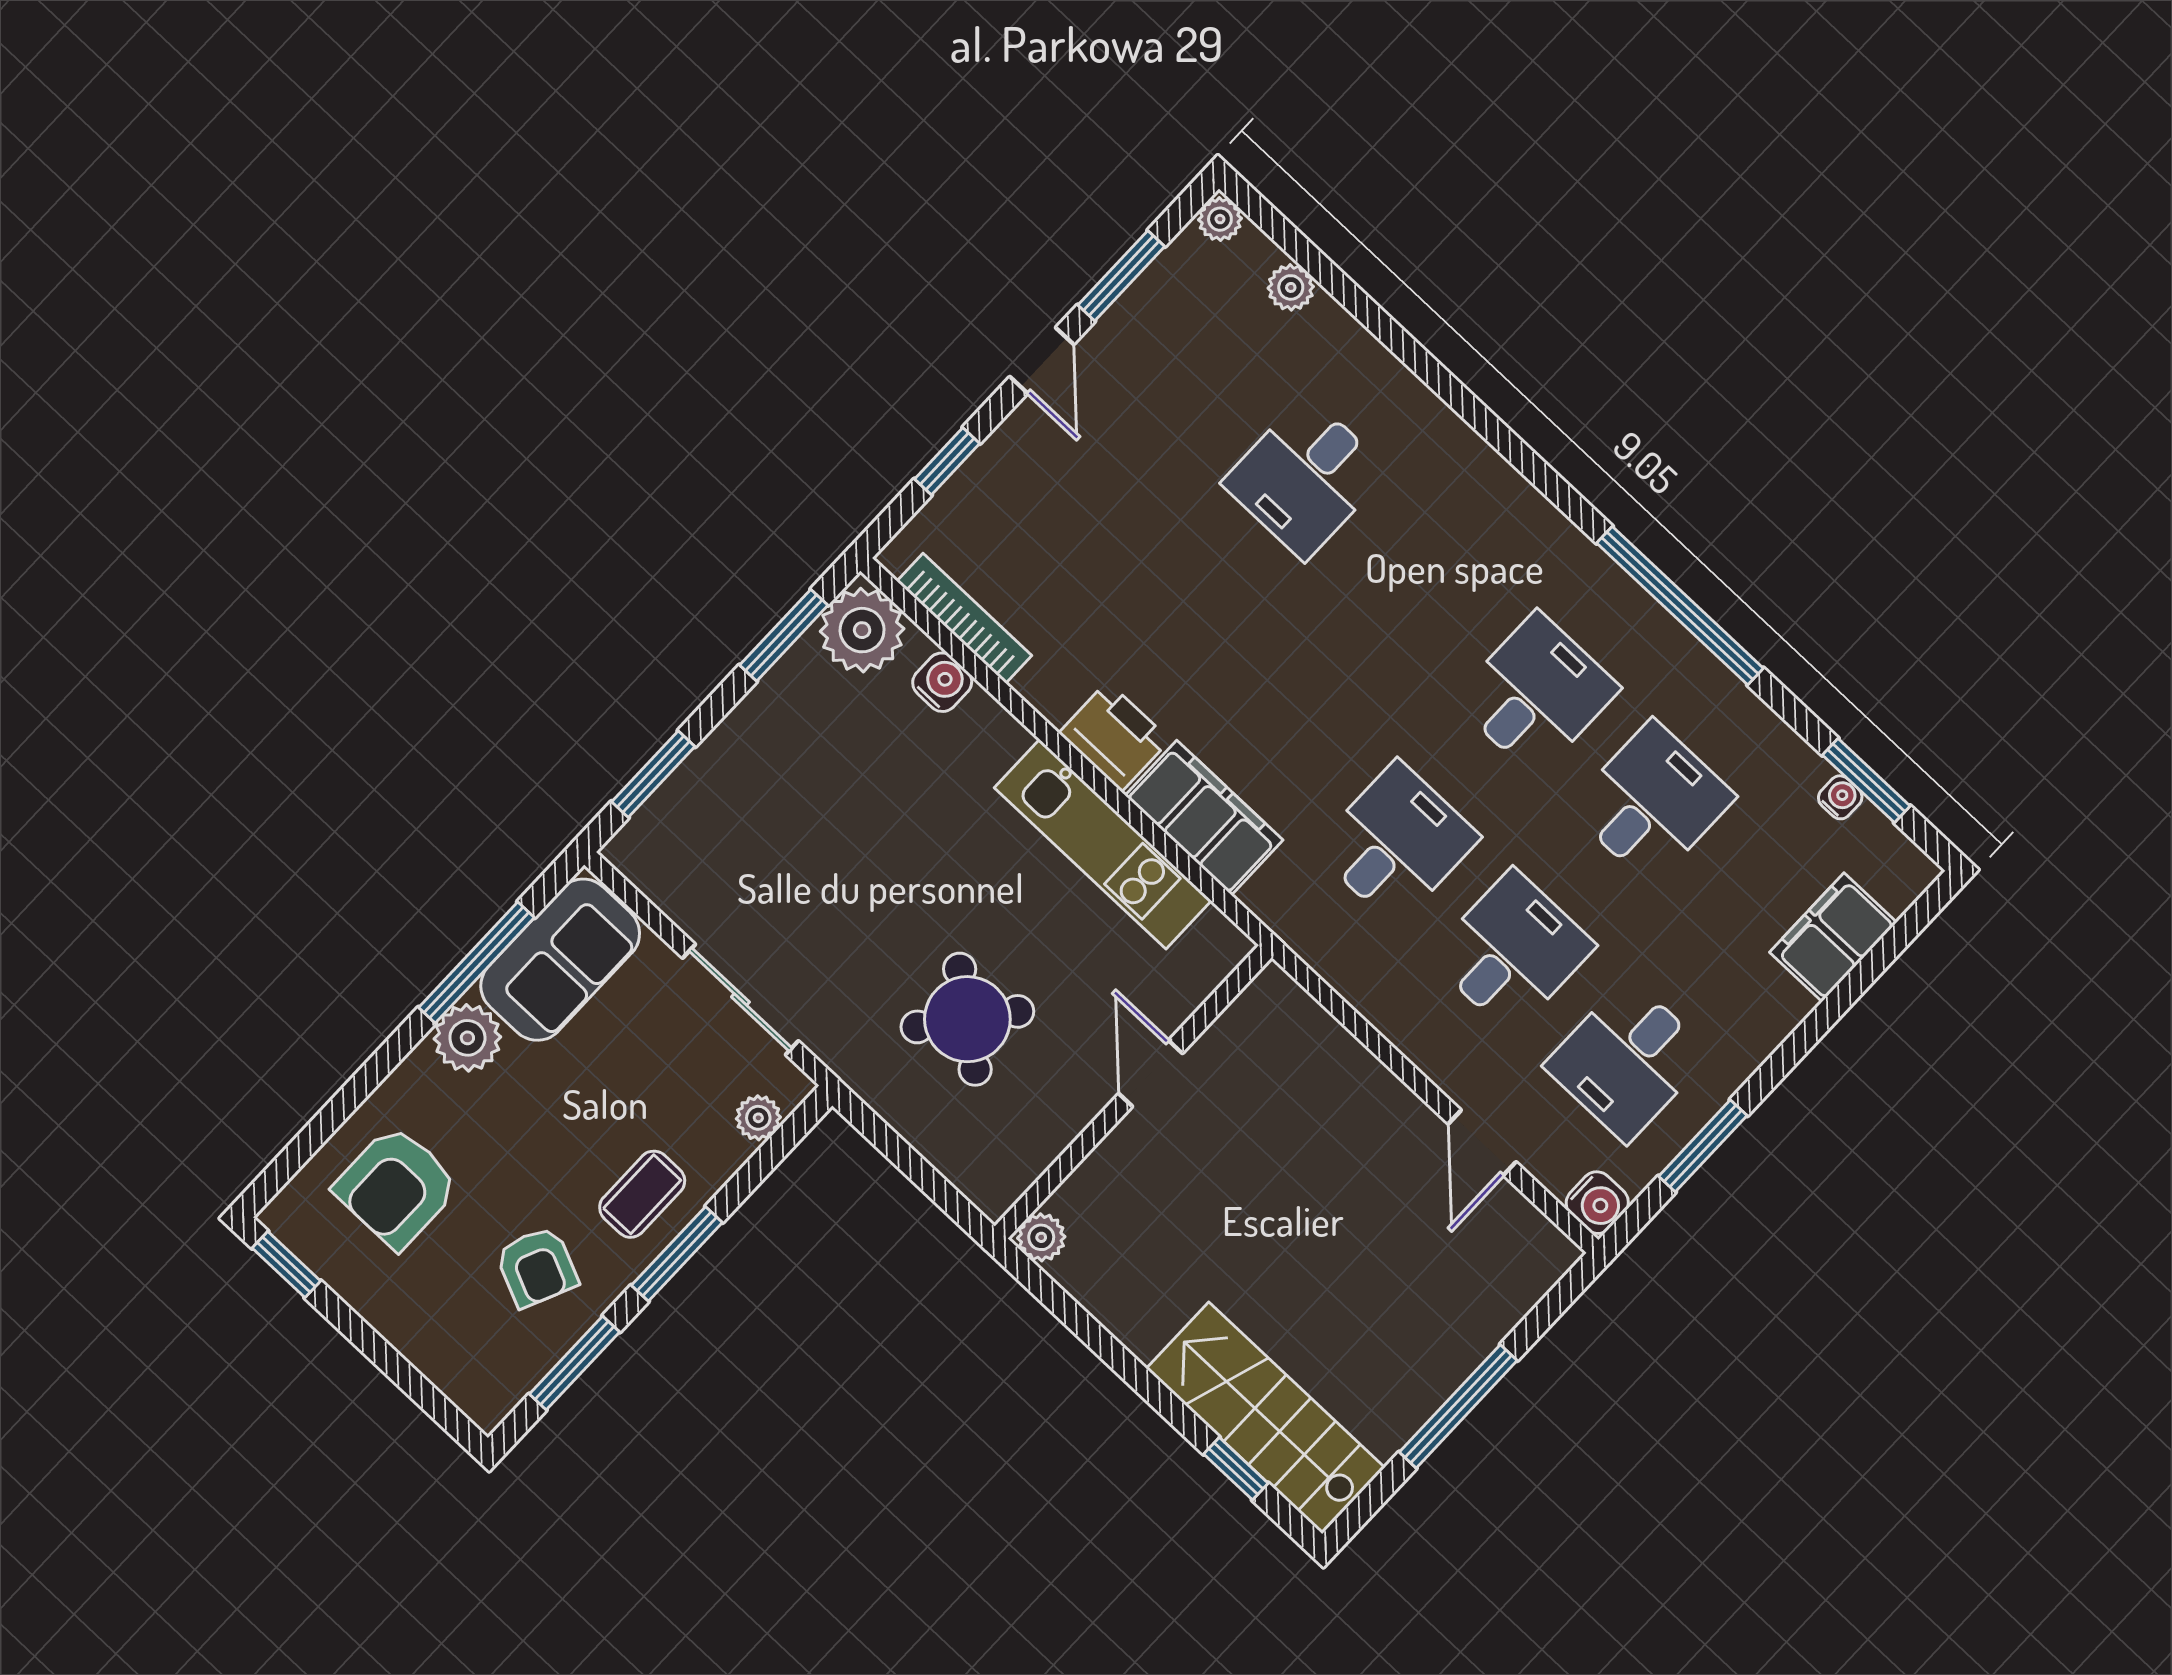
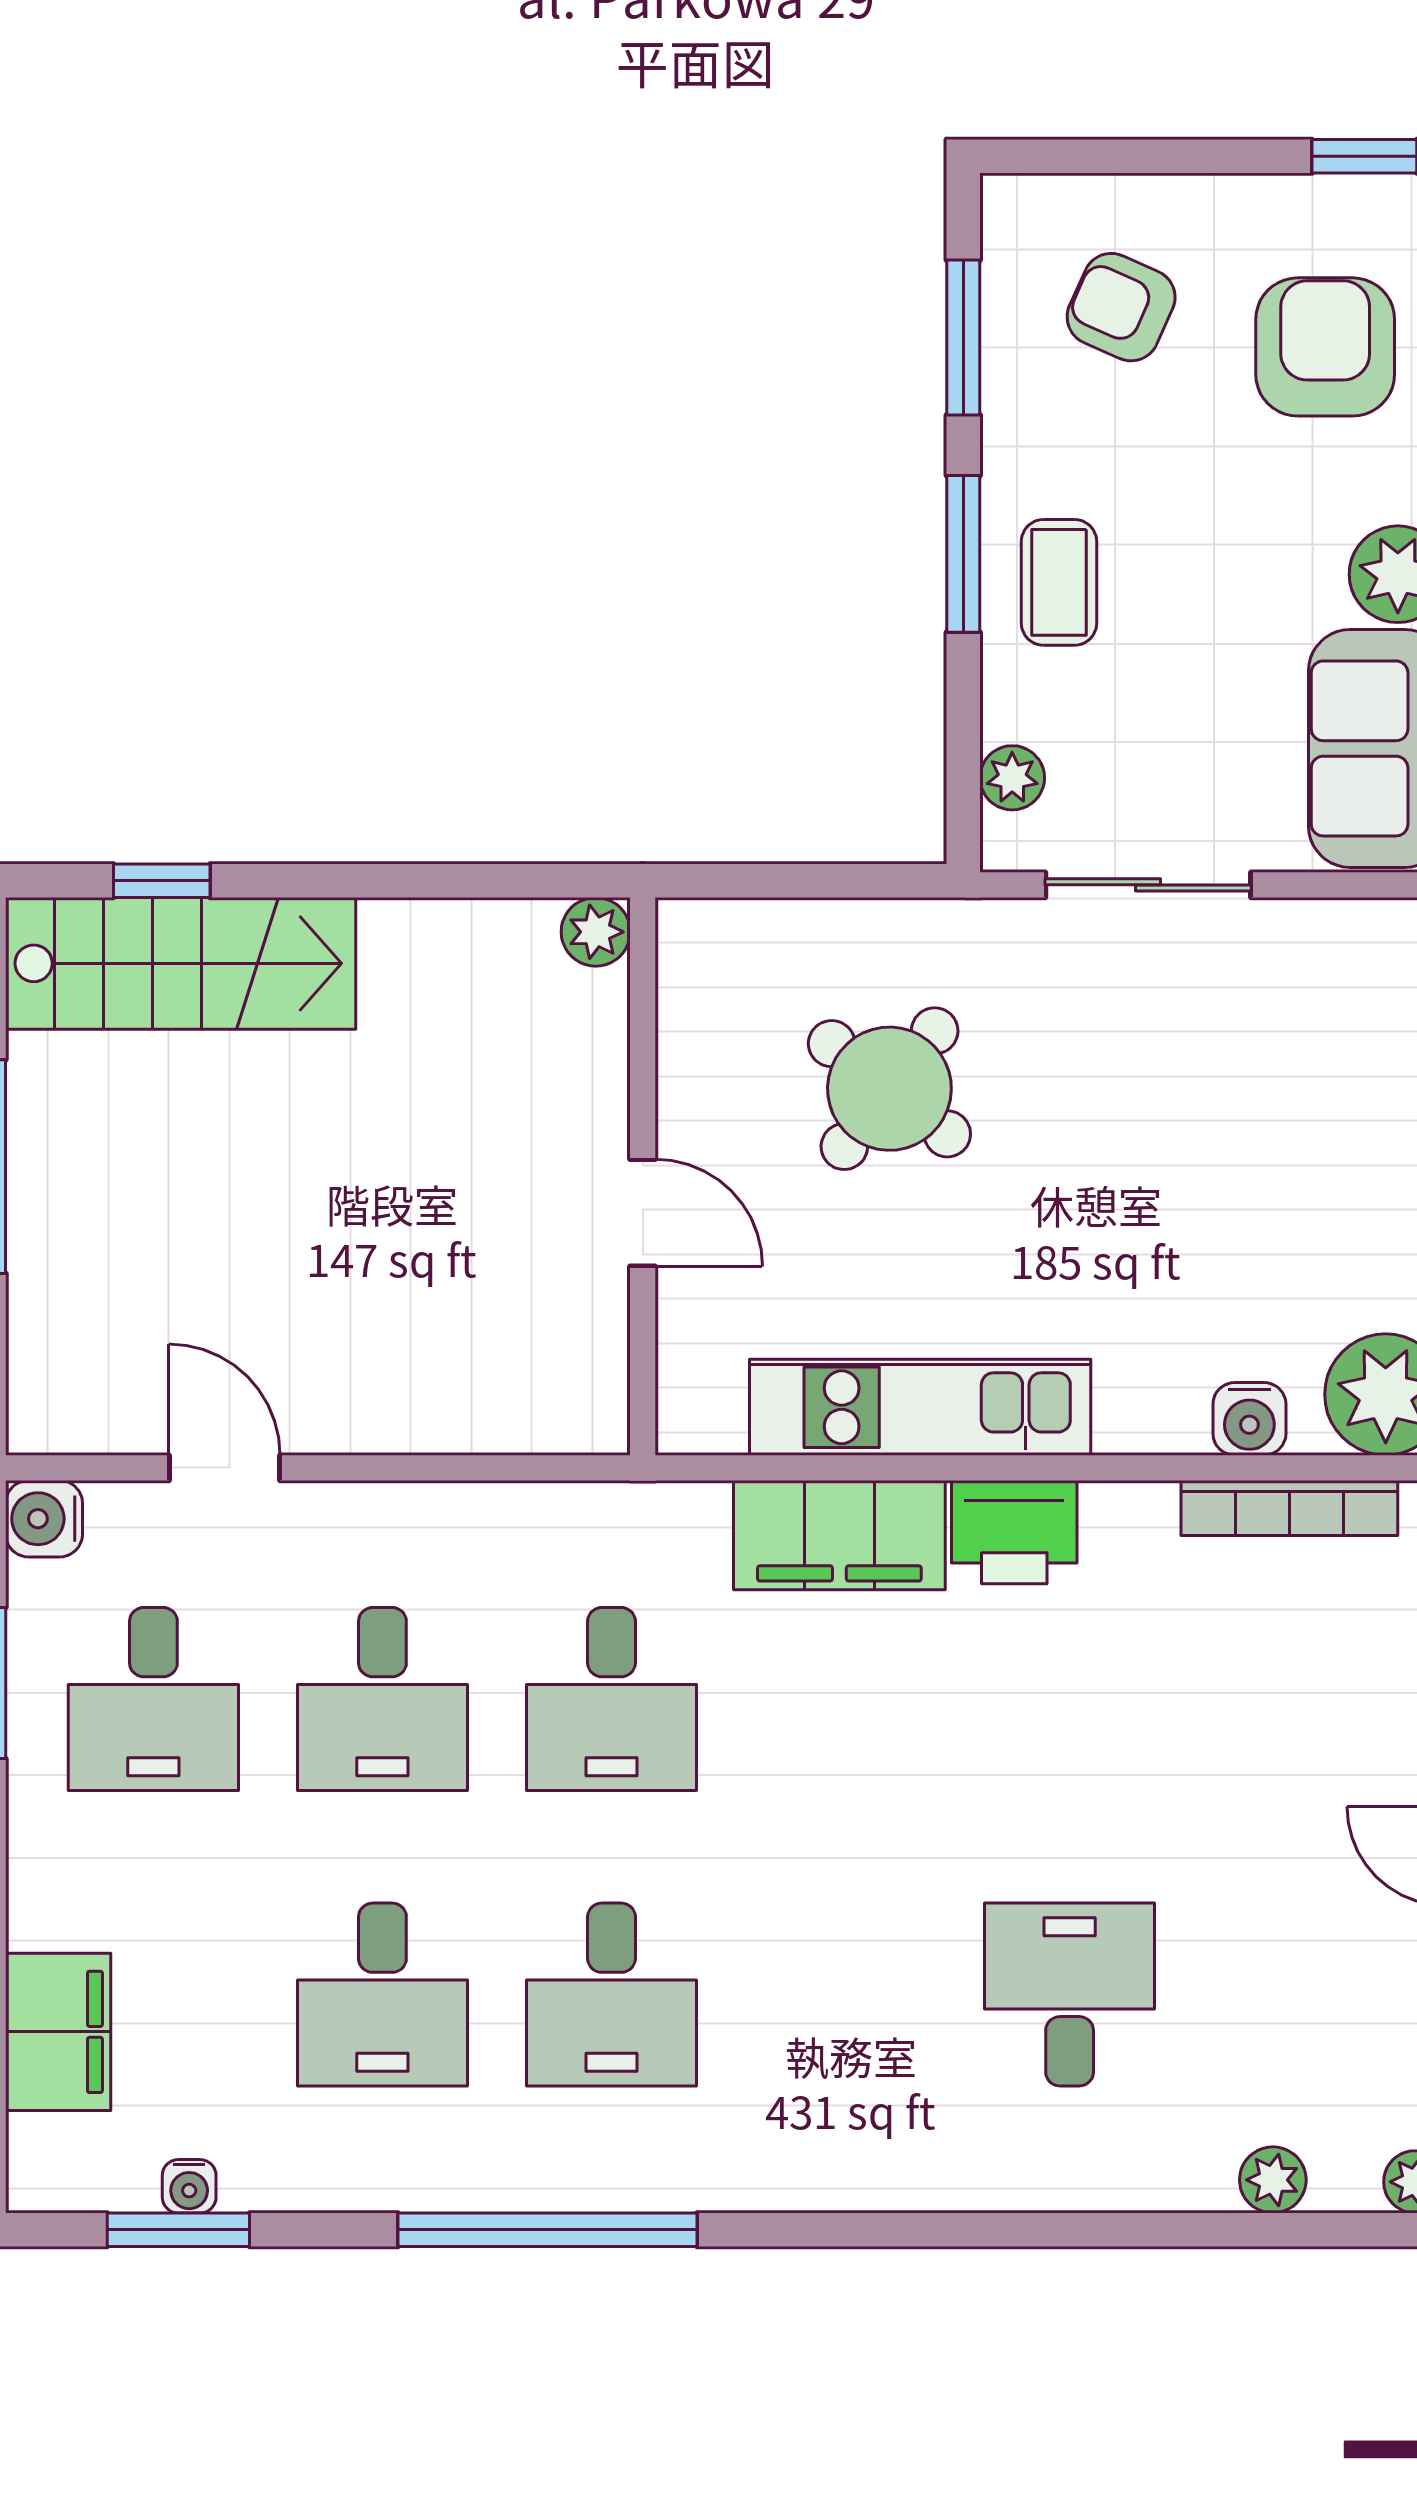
desk: (1627, 1060) -> (153, 1699), turned 180
armchair: (537, 1267) -> (1121, 307), moved

